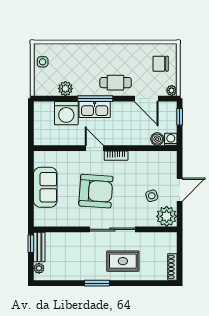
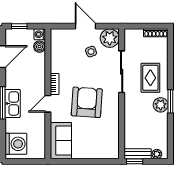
washing machine: (66, 113) -> (16, 144), moved
sofa: (45, 187) -> (61, 141), moved, turned 90
sliding door: (112, 229) -> (122, 72), moved
plant: (93, 272) -> (161, 105), added

